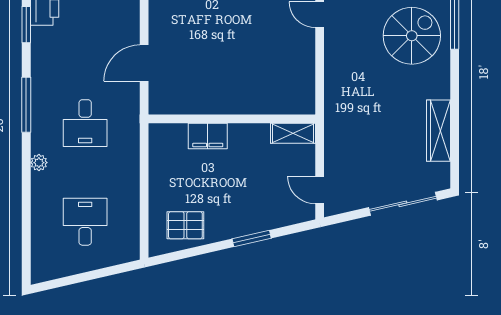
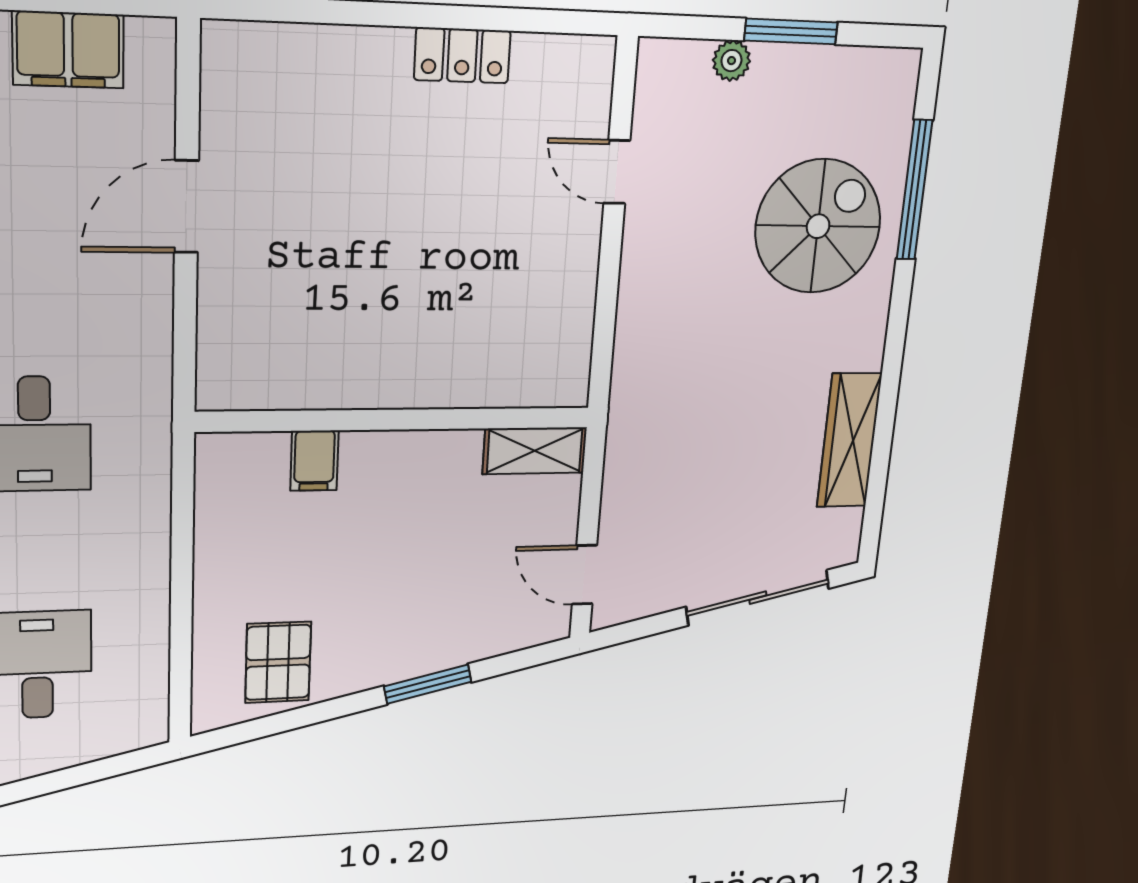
door: (144, 63) -> (186, 207), moved
filing cabinet: (208, 136) -> (314, 461), width x0.50
pallet: (185, 225) -> (278, 662), turned 90

